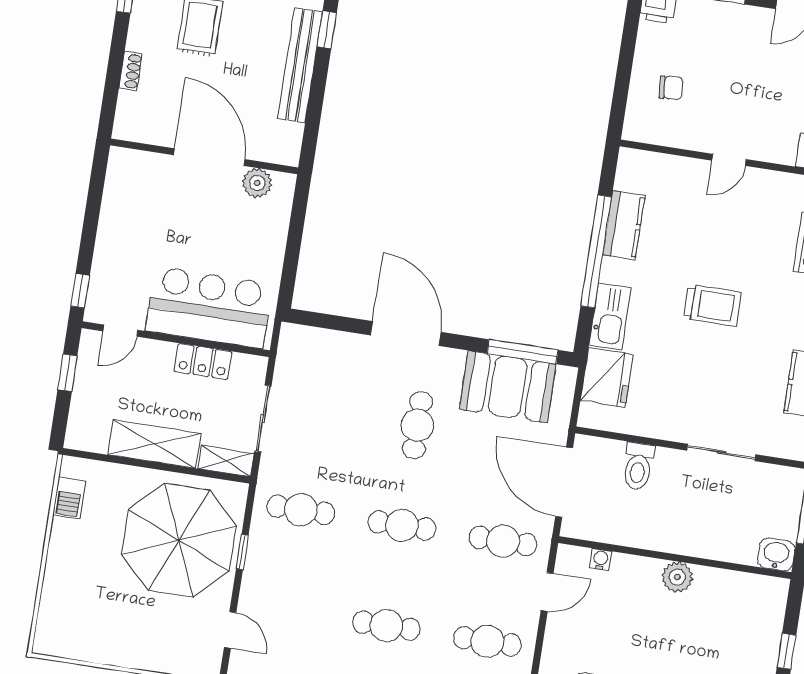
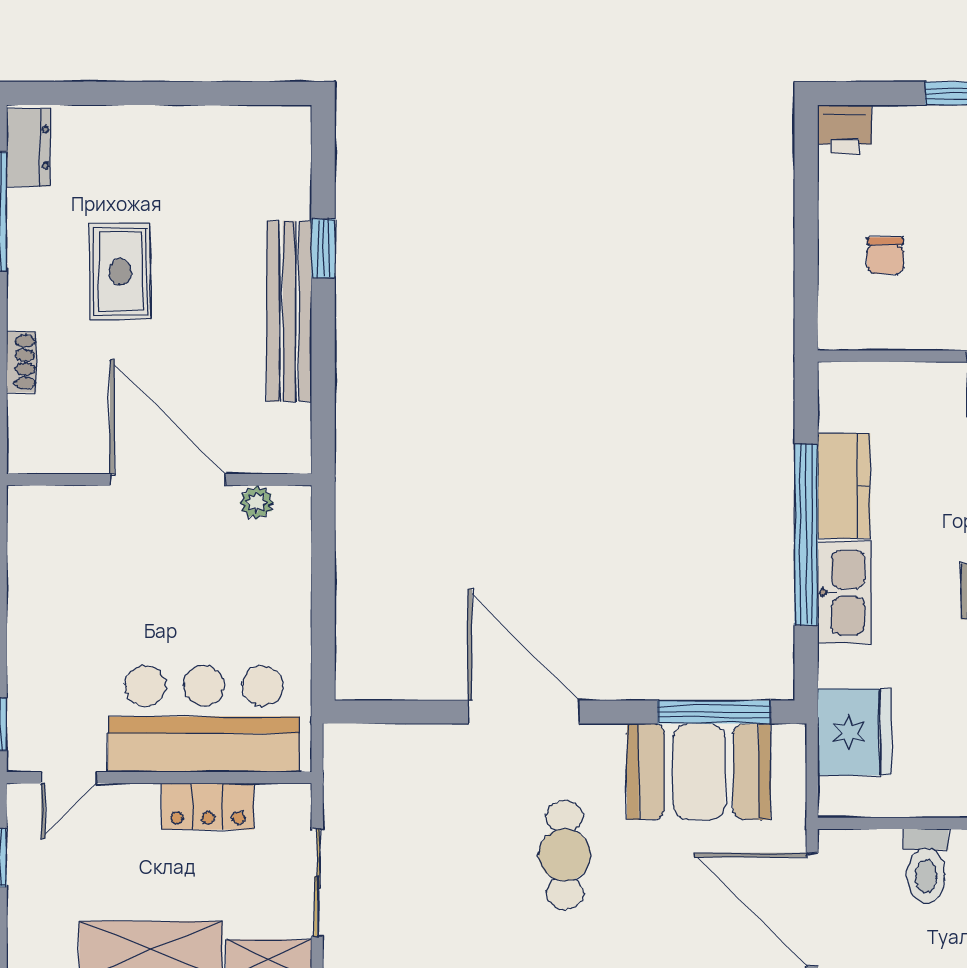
chair: (671, 88) -> (885, 256), turned 95
plant: (257, 183) -> (257, 502), width x0.73, depth x0.73
kitchen sink: (610, 316) -> (844, 593), moved

